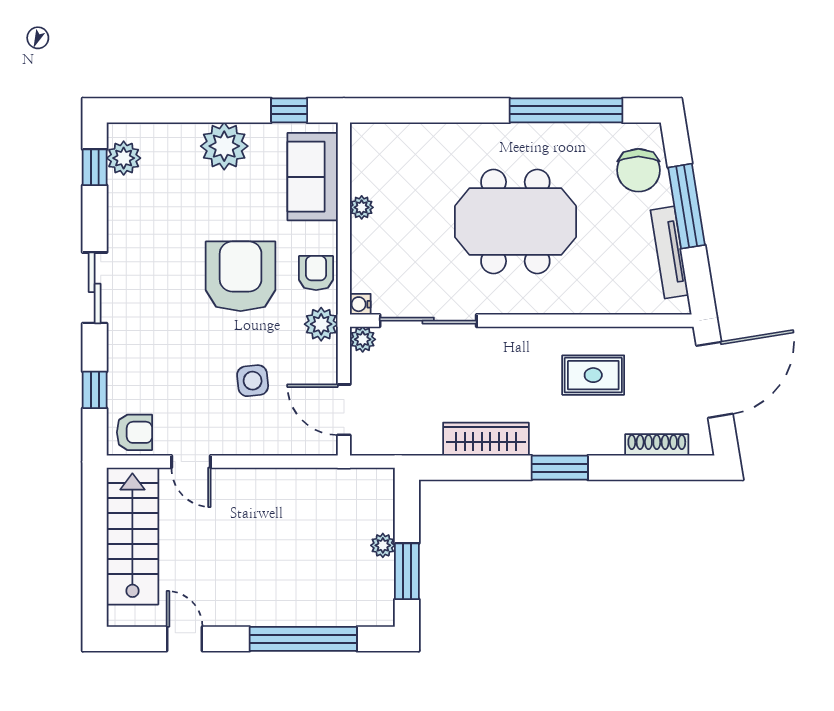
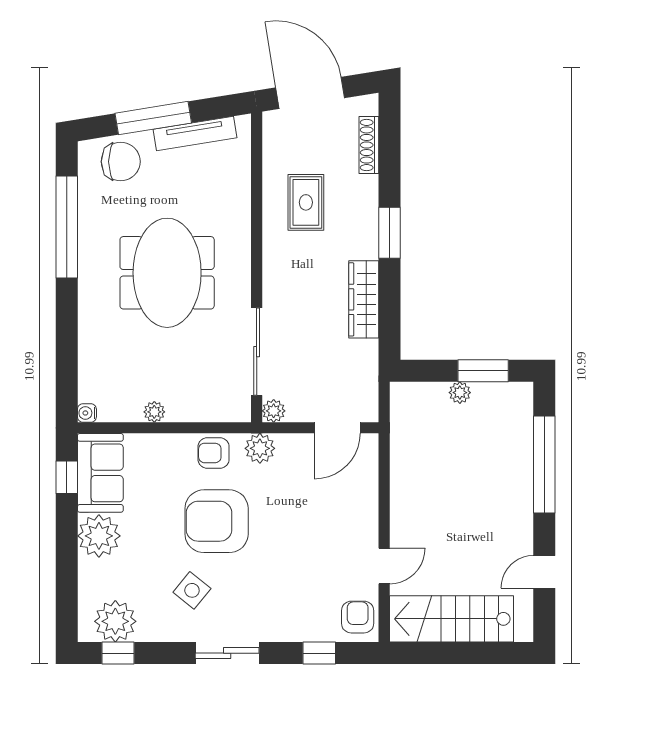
plant: (124, 158) -> (115, 621), width x1.36, depth x1.36
sofa: (313, 177) -> (100, 473), moved, turned -90
water cooler: (360, 304) -> (87, 413), moved, turned 90
side table: (253, 381) -> (192, 590), moved, turned 45

